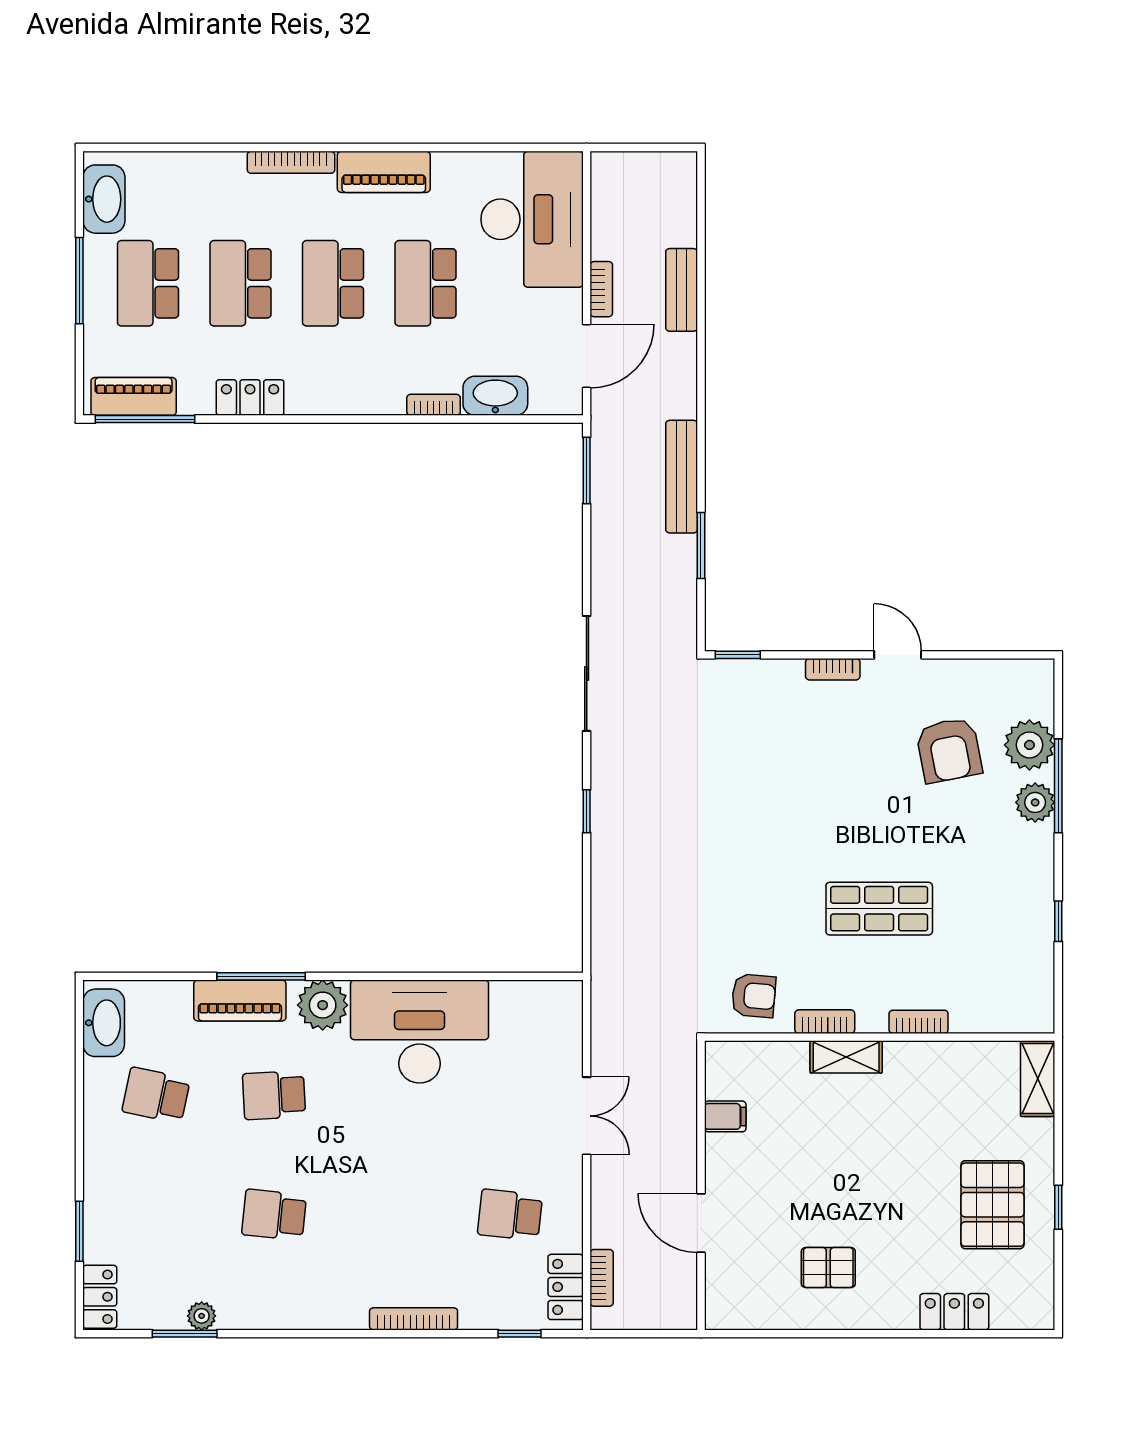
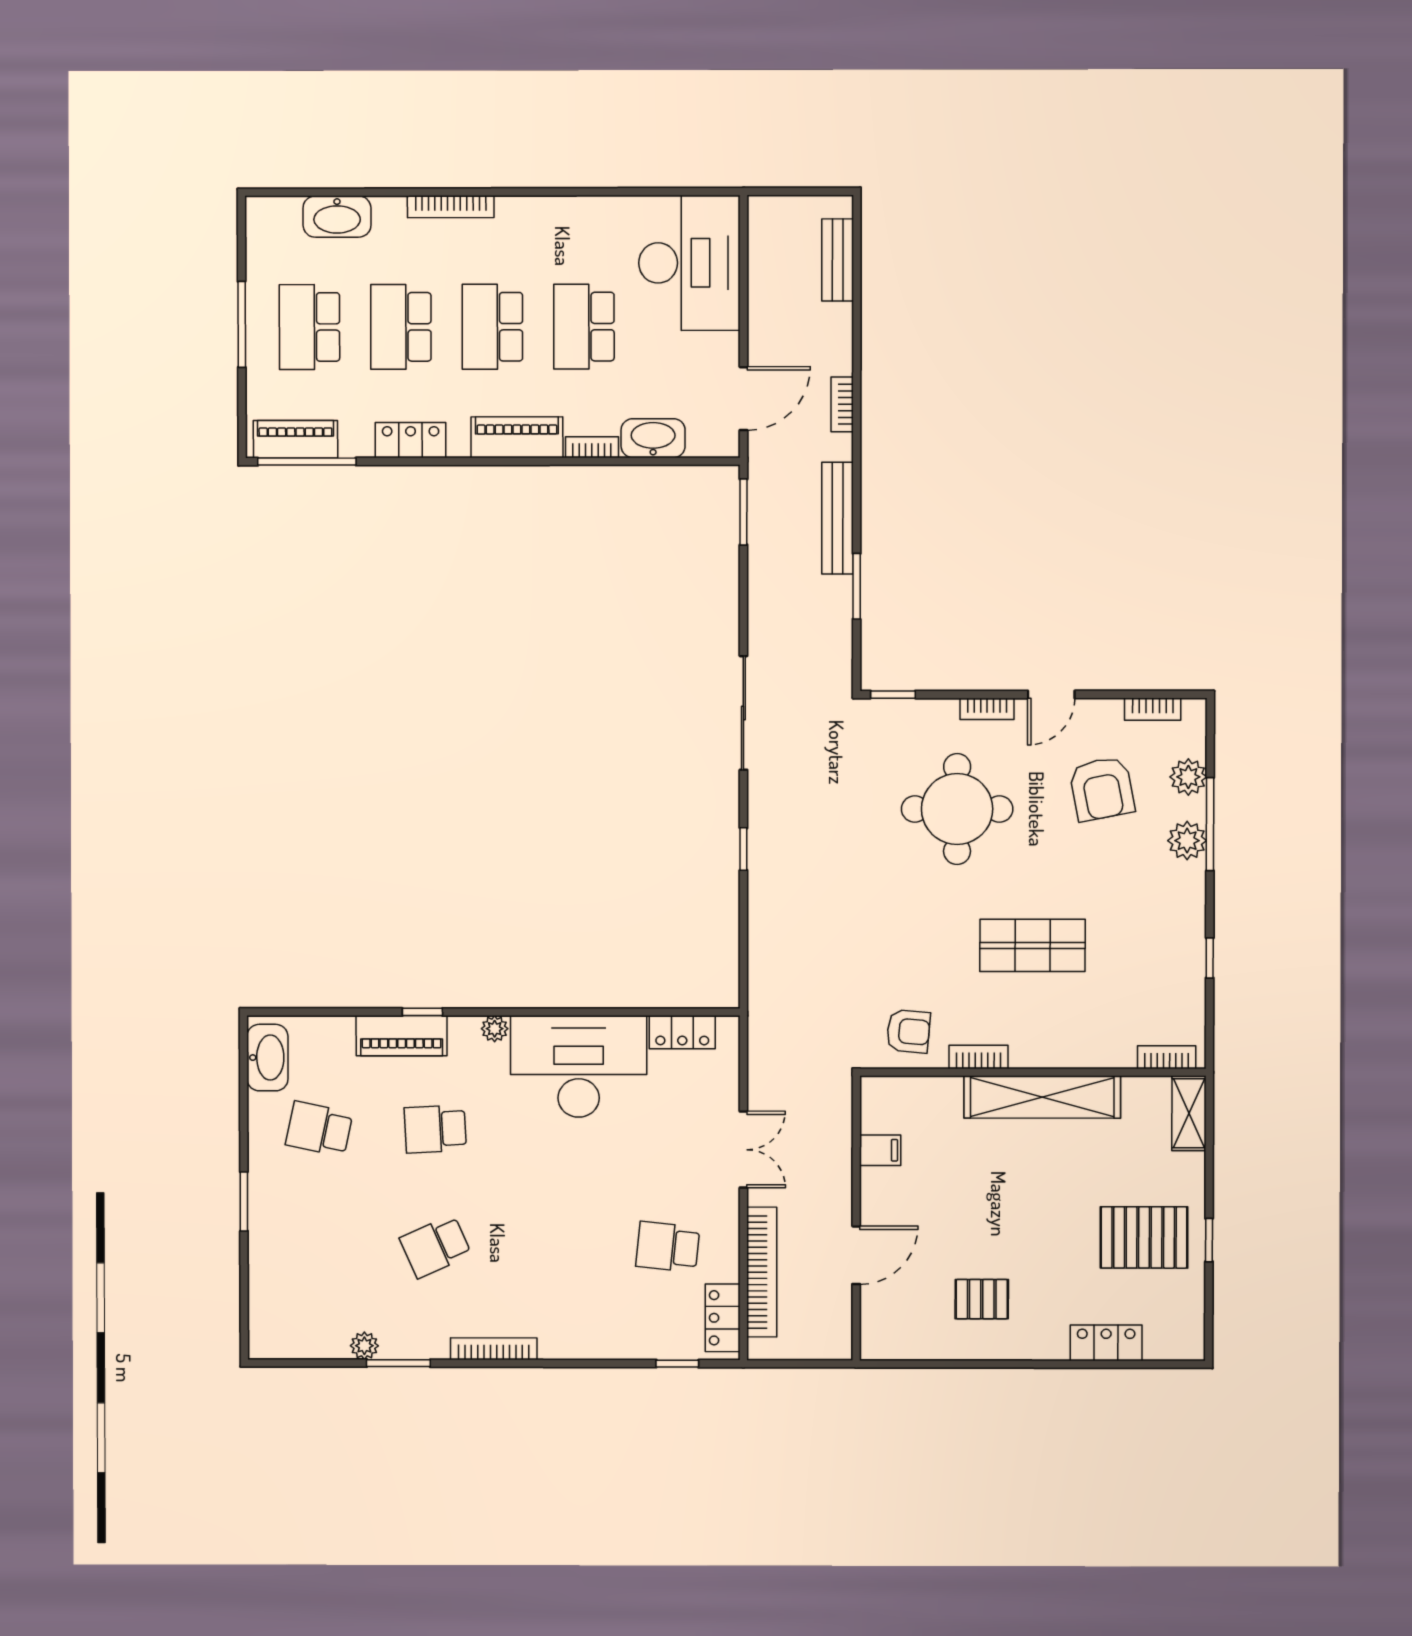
piano: (384, 172) -> (517, 437), moved, turned 180
washbasin: (104, 199) -> (337, 217), moved, turned 90
bookcase: (601, 289) -> (842, 404), moved, turned 180
bench: (682, 290) -> (838, 260), moved
door: (898, 655) -> (1051, 694), swing flipped
bookcase: (1000, 670) -> (1153, 709), added
plant: (1029, 745) -> (1188, 777), width x0.73, depth x0.73
round table: (803, 771) -> (957, 809), added
window: (261, 976) -> (422, 1012), width x0.46
plant: (323, 1005) -> (495, 1029), width x0.53, depth x0.53
bookcase: (919, 1022) -> (1167, 1057), moved
shelving: (846, 1057) -> (1042, 1097), width x2.20, depth x1.33
pallet: (993, 1205) -> (1144, 1237), turned 90
school desk: (274, 1215) -> (435, 1247), turned -30
door: (701, 1223) -> (856, 1255), swing flipped
window: (79, 1231) -> (244, 1201), moved
bookcase: (602, 1278) -> (762, 1272), width x2.31, depth x1.31
locker: (100, 1297) -> (682, 1032), moved, turned 90
bookcase: (414, 1319) -> (494, 1349), moved
window: (185, 1334) -> (398, 1363), moved

